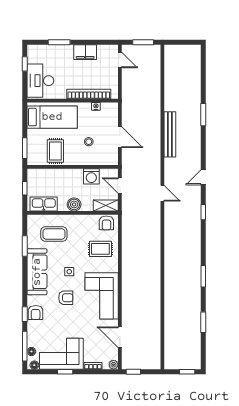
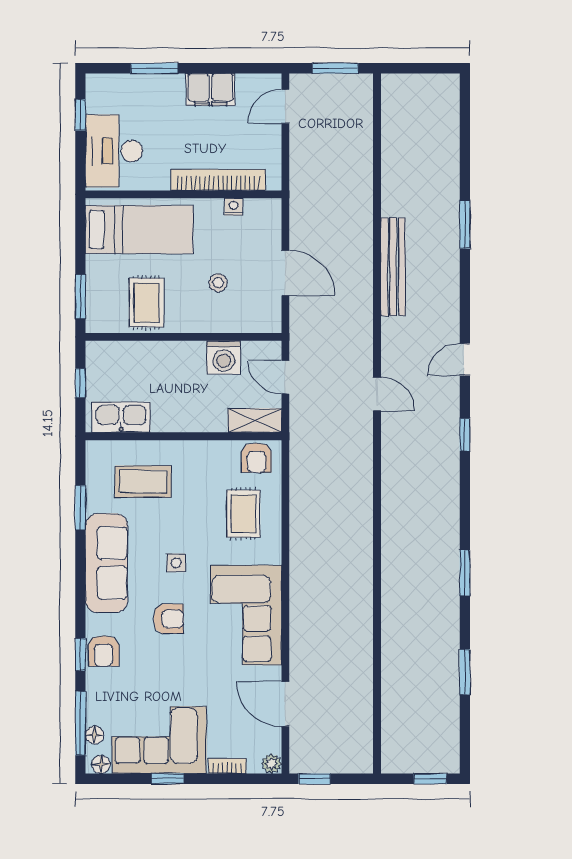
door: (120, 60) -> (285, 106), swing flipped
boiler: (74, 204) -> (187, 418), removed
rug: (100, 249) -> (243, 514), turned 90

